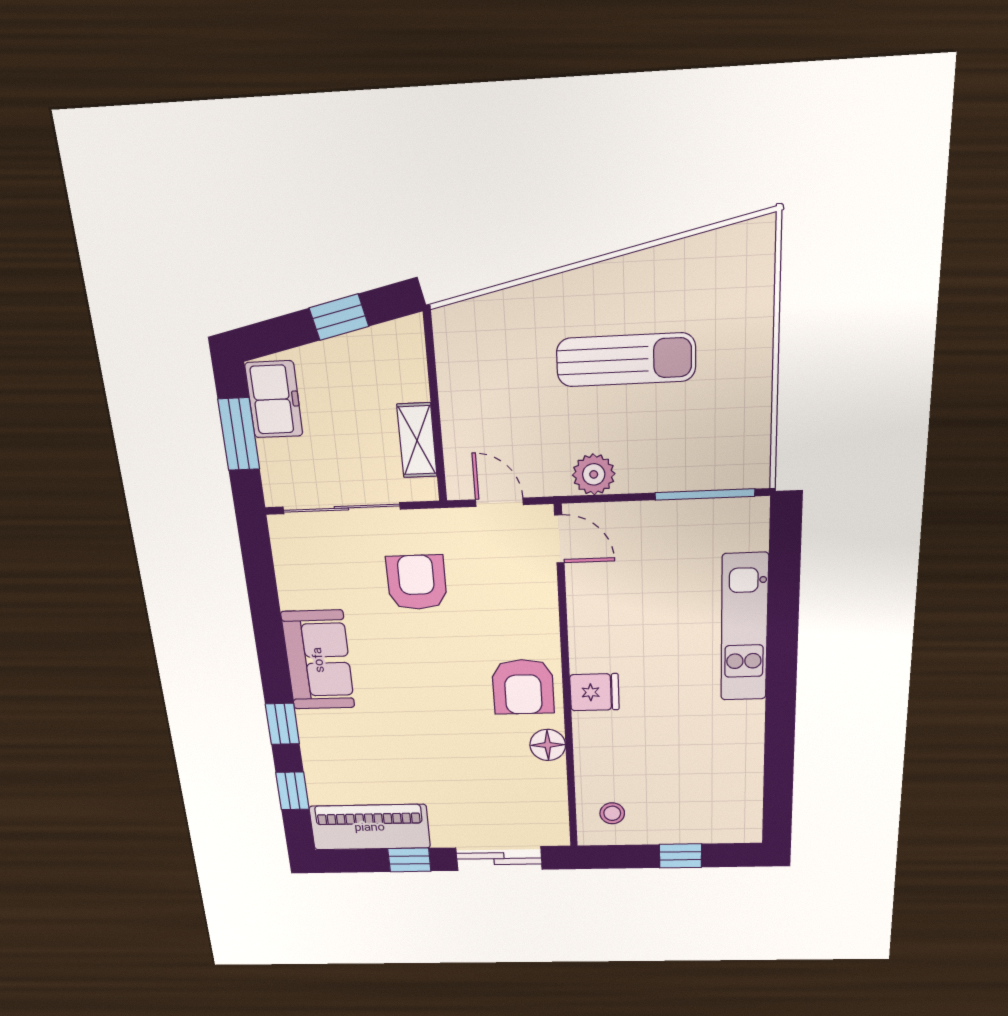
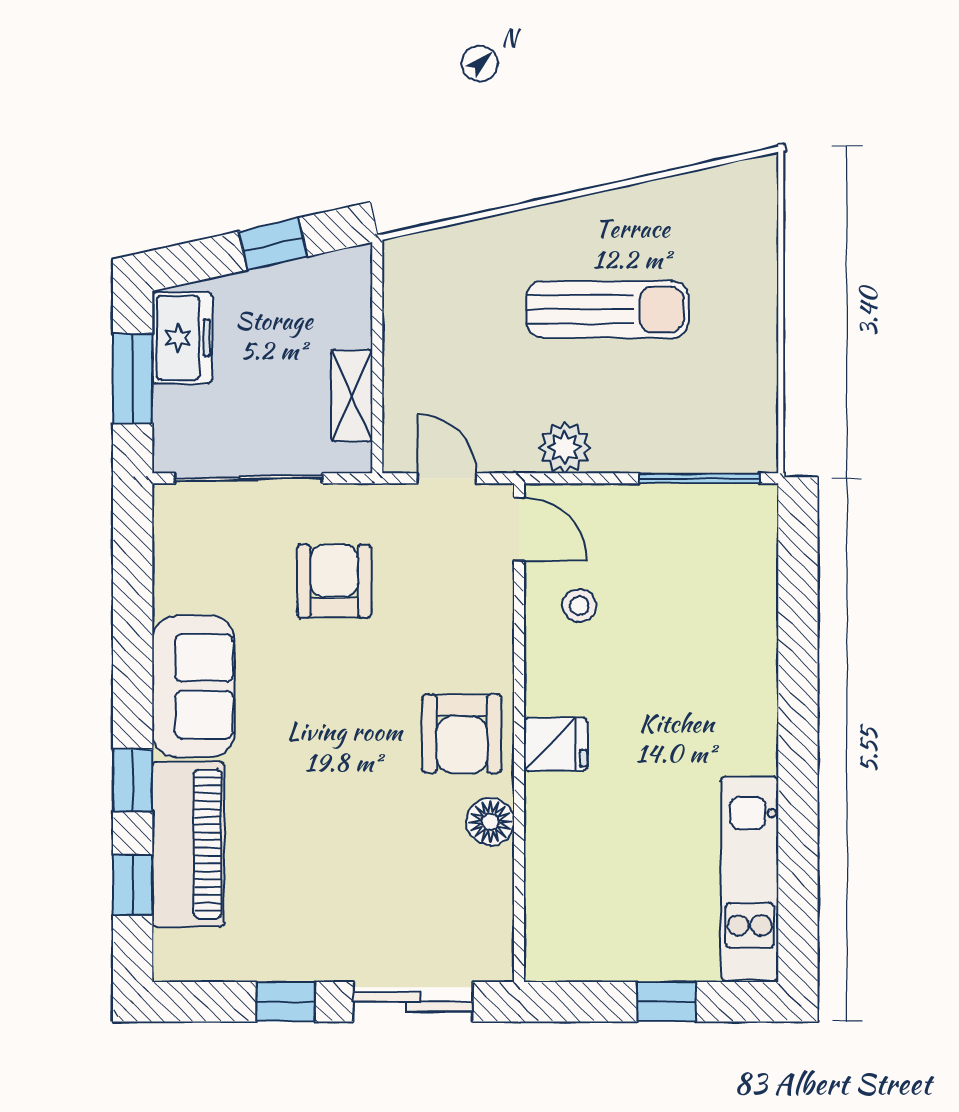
kitchen unit: (744, 628) -> (750, 878), moved
stool: (612, 813) -> (579, 606), moved
piano: (370, 827) -> (188, 844), moved, turned 90

